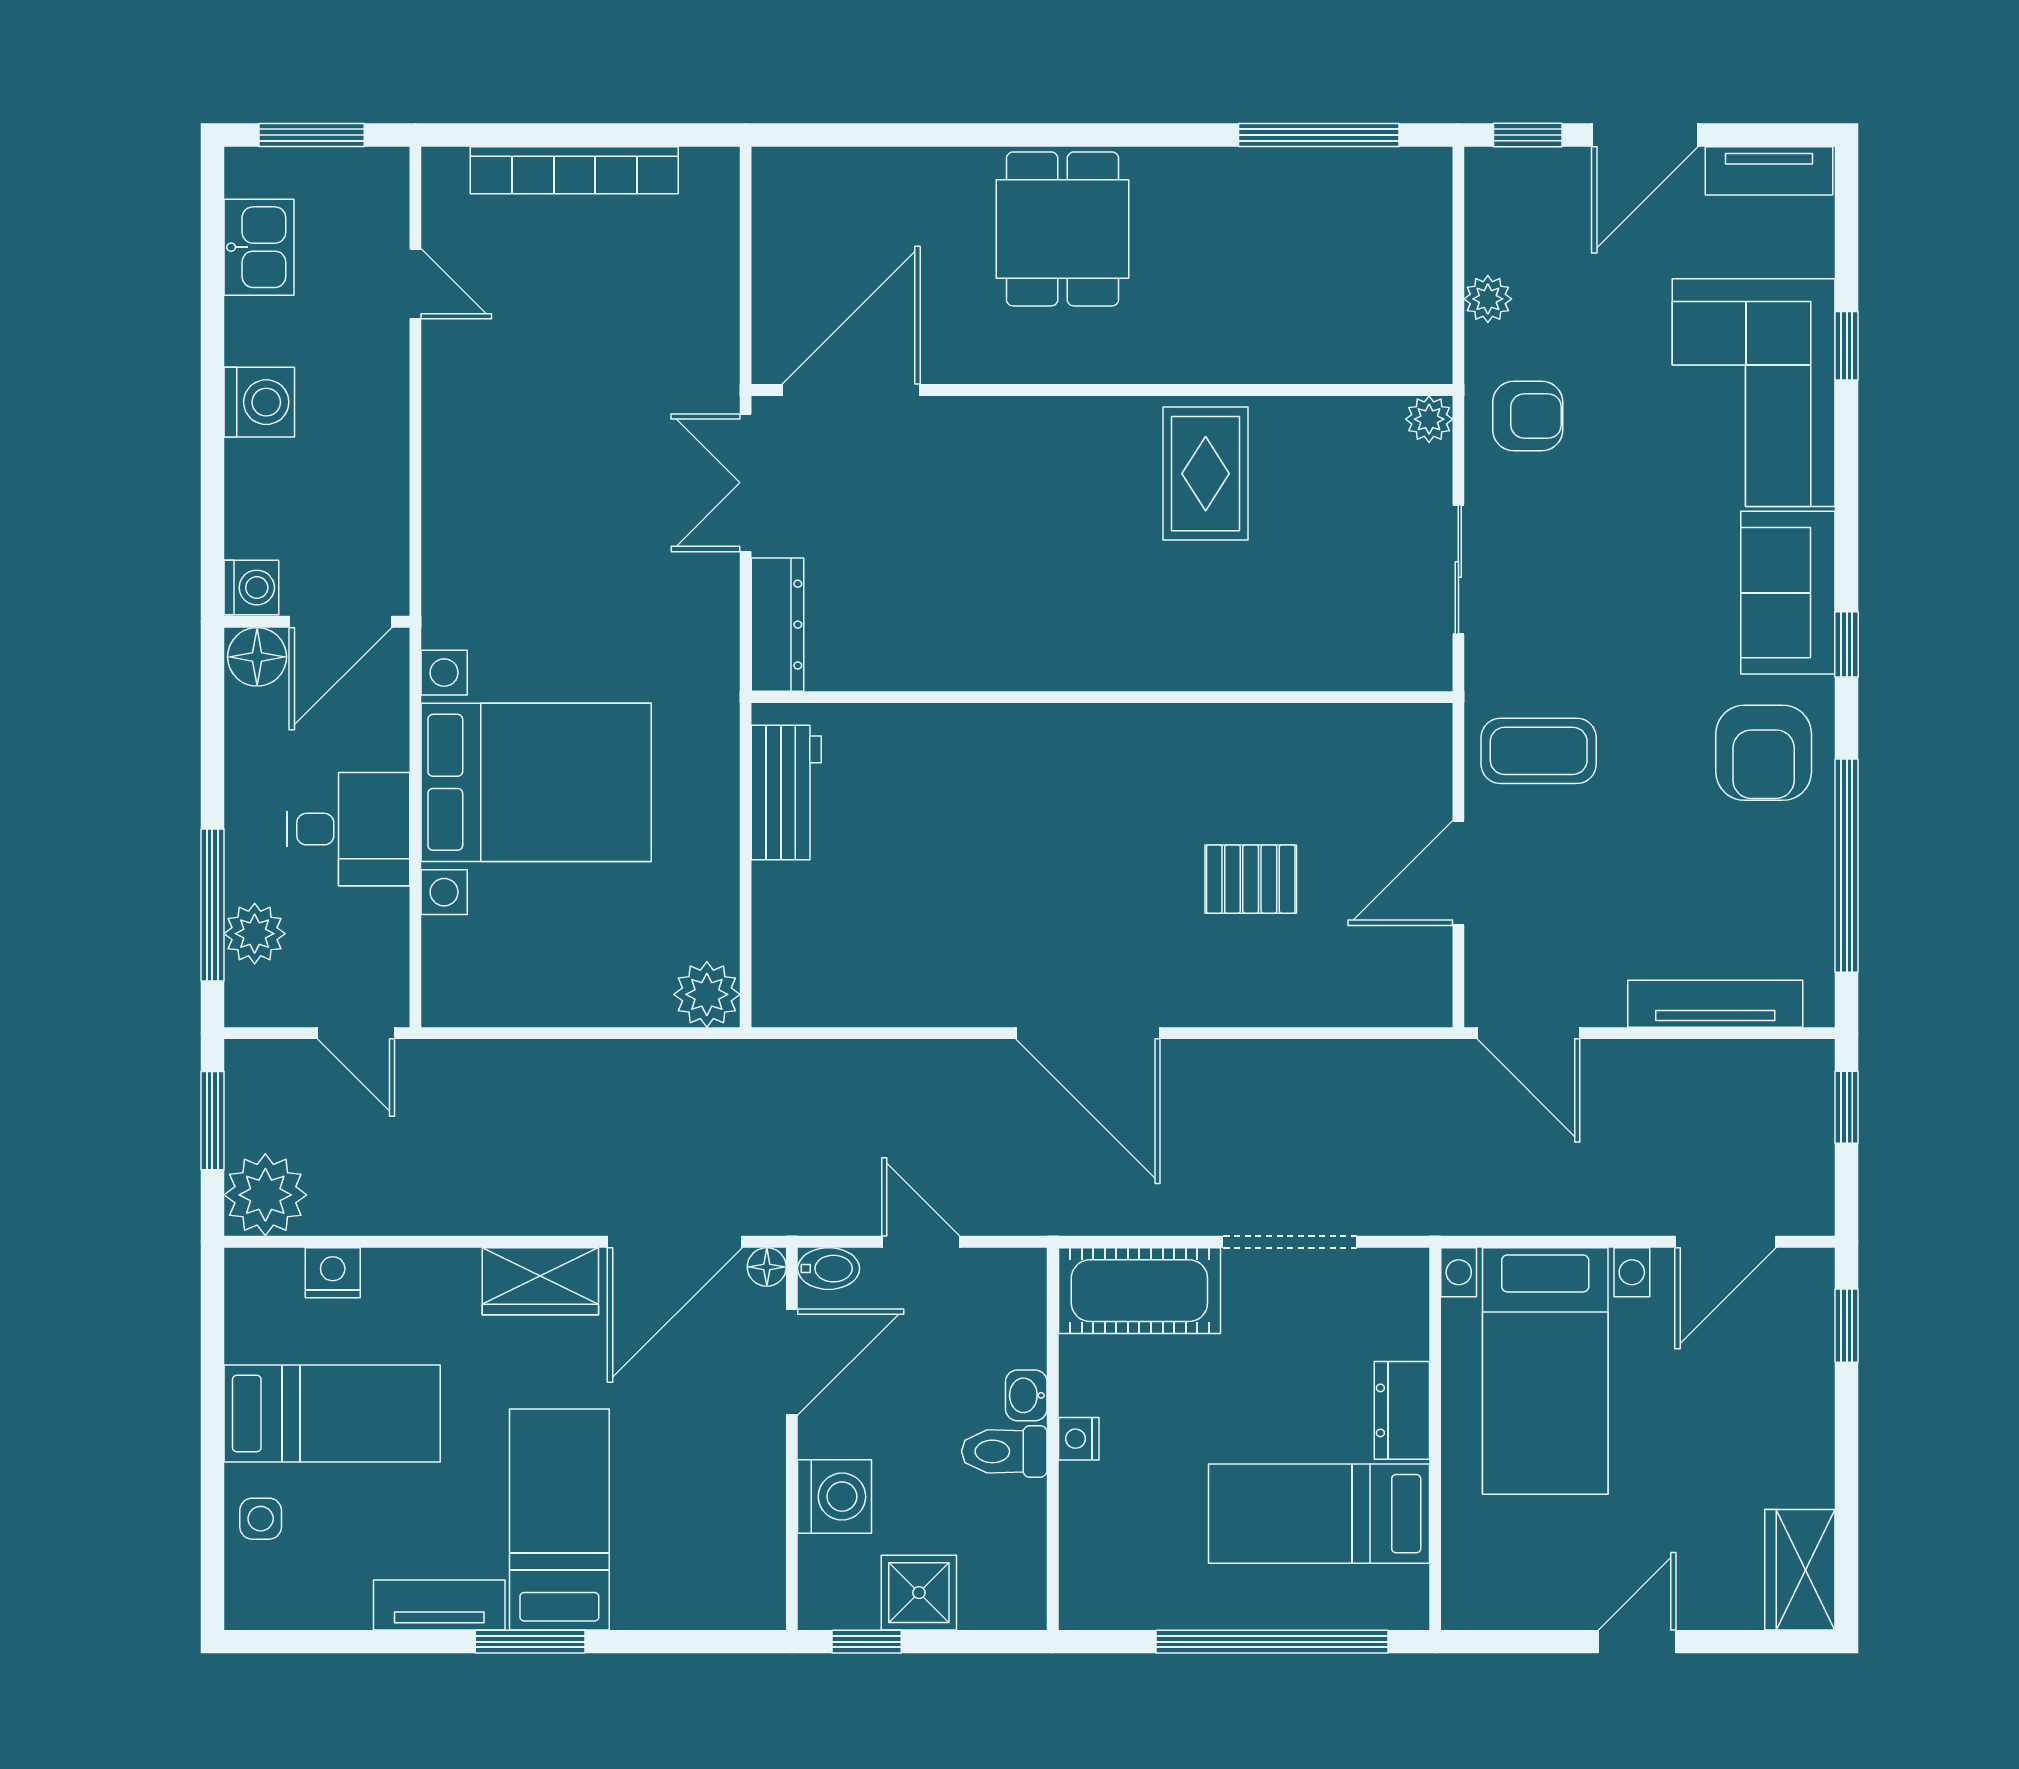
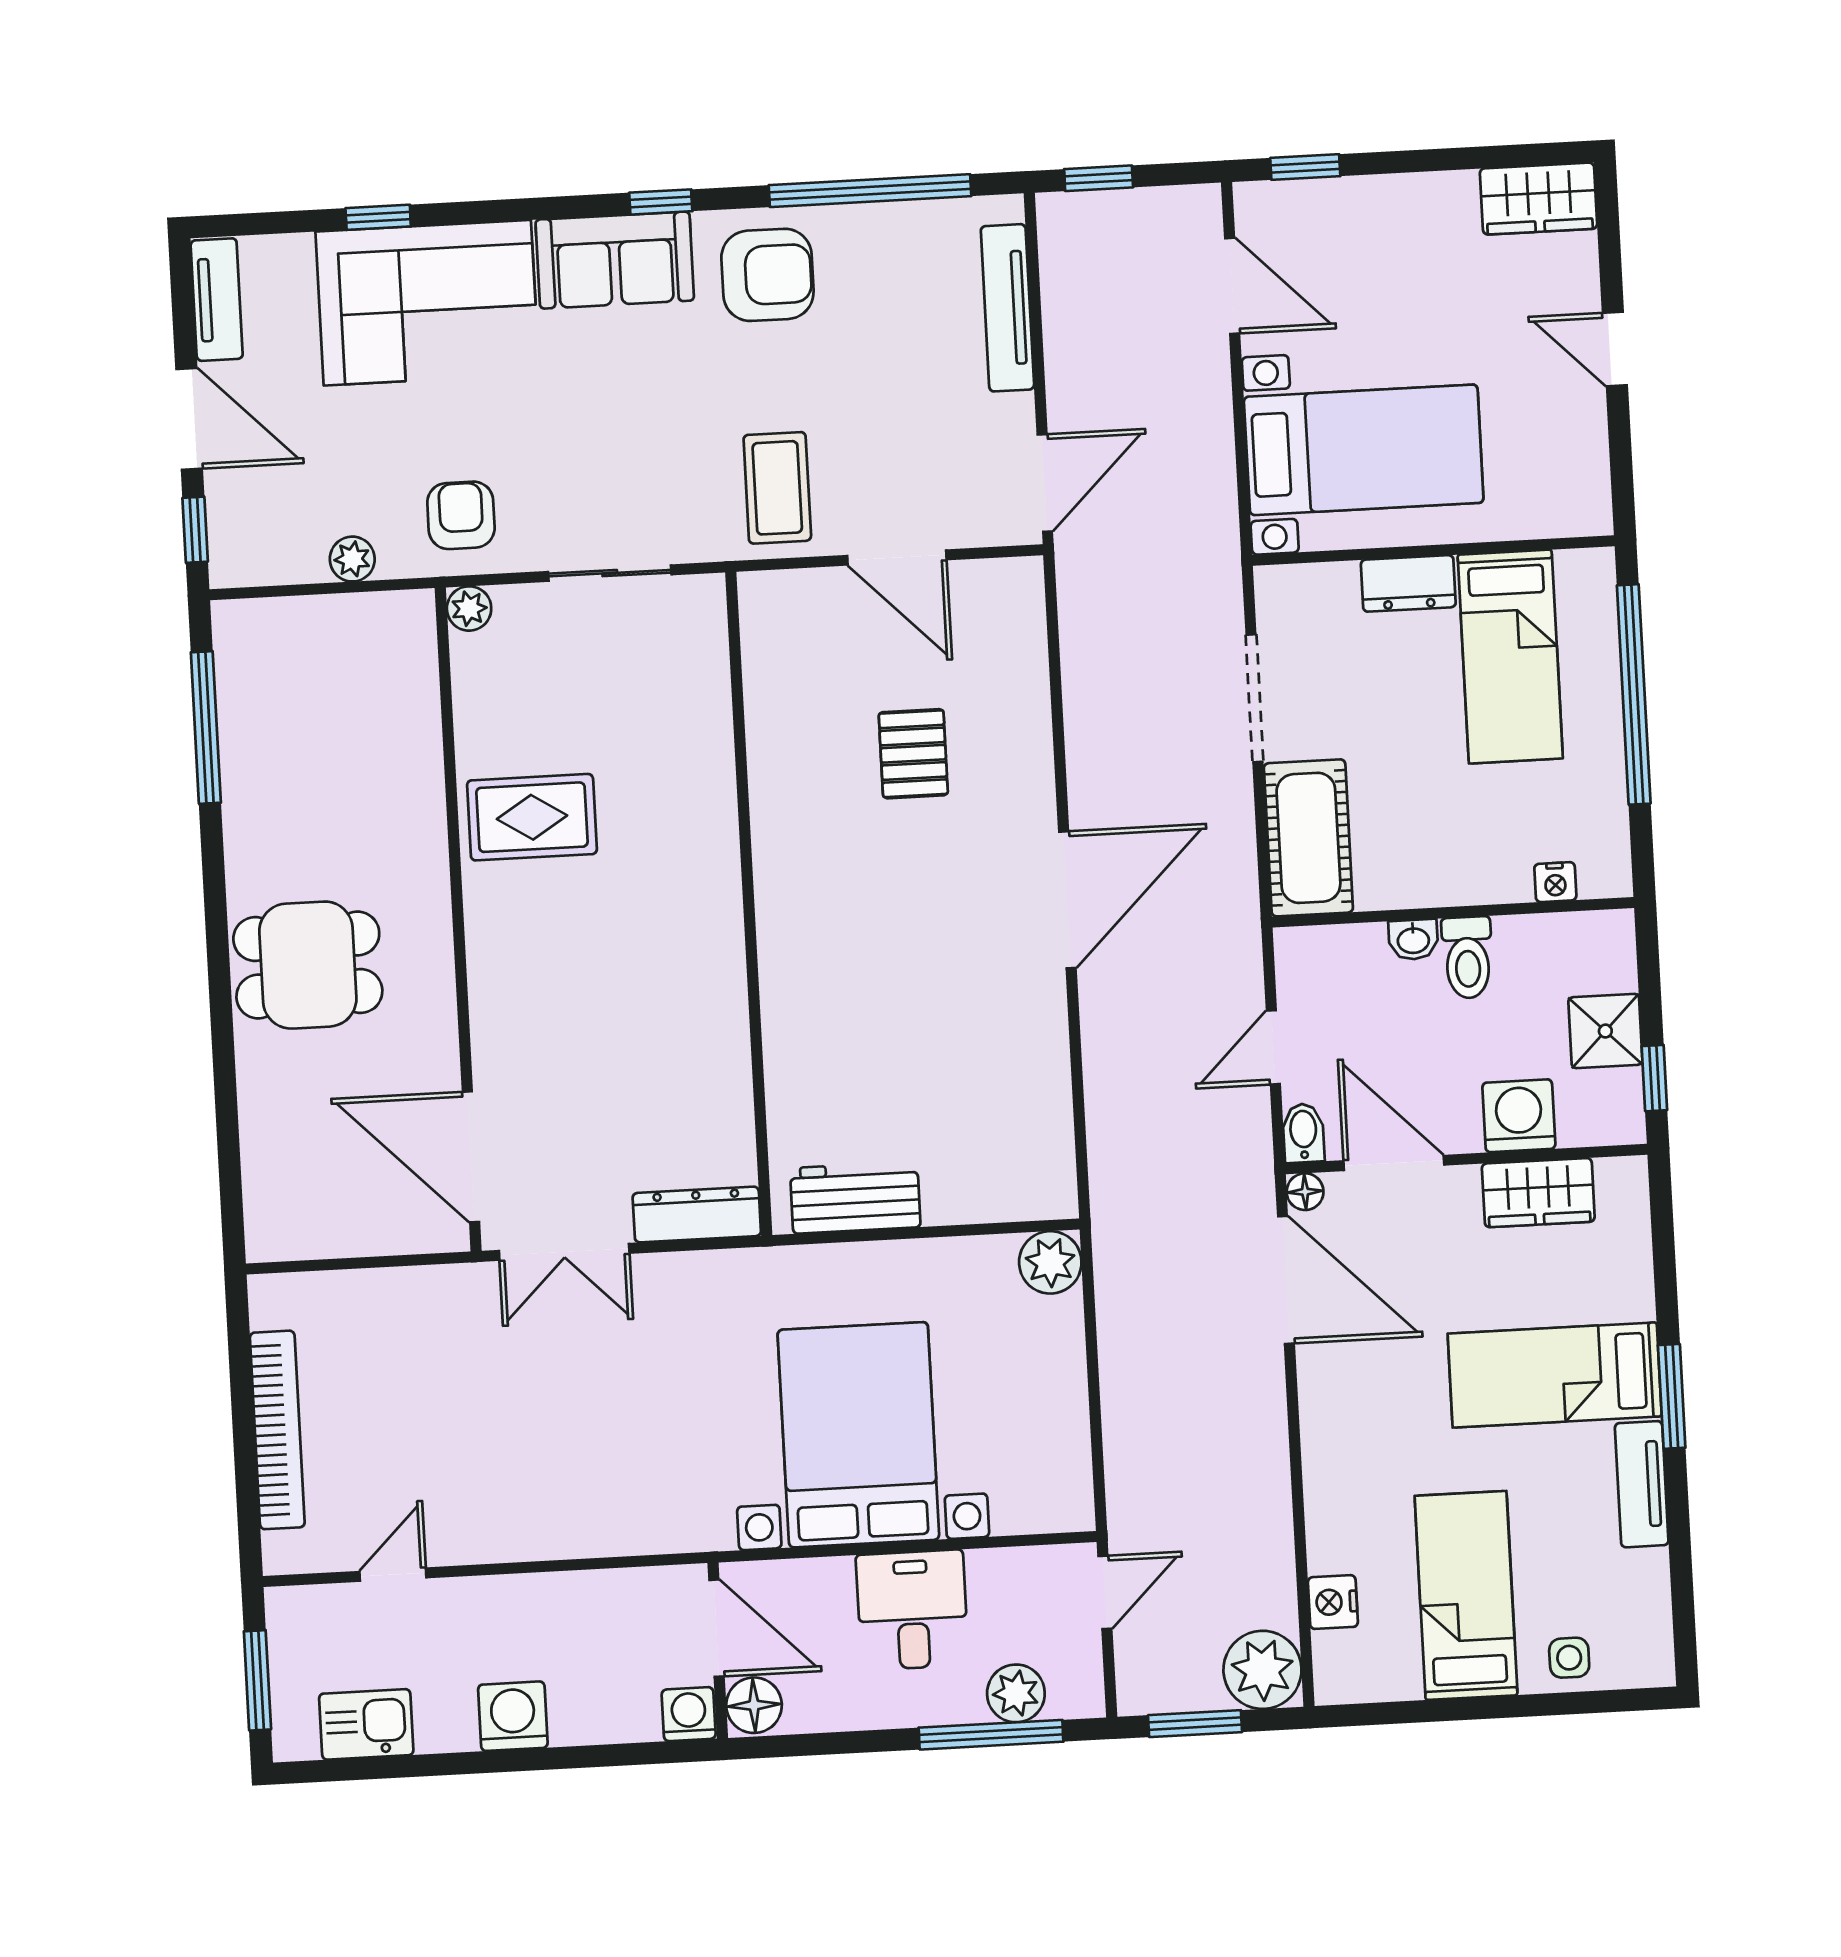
wardrobe: (540, 1281) -> (1538, 1193), moved, turned 90
nightstand: (1079, 1439) -> (1555, 882), moved

